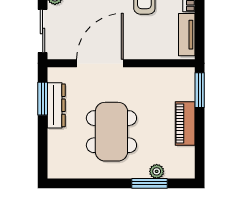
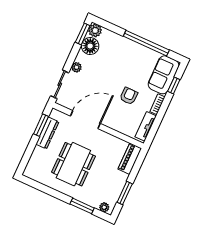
window: (200, 90) -> (125, 193), moved
piano: (185, 123) -> (130, 159), moved
plant: (157, 171) -> (104, 207), moved

